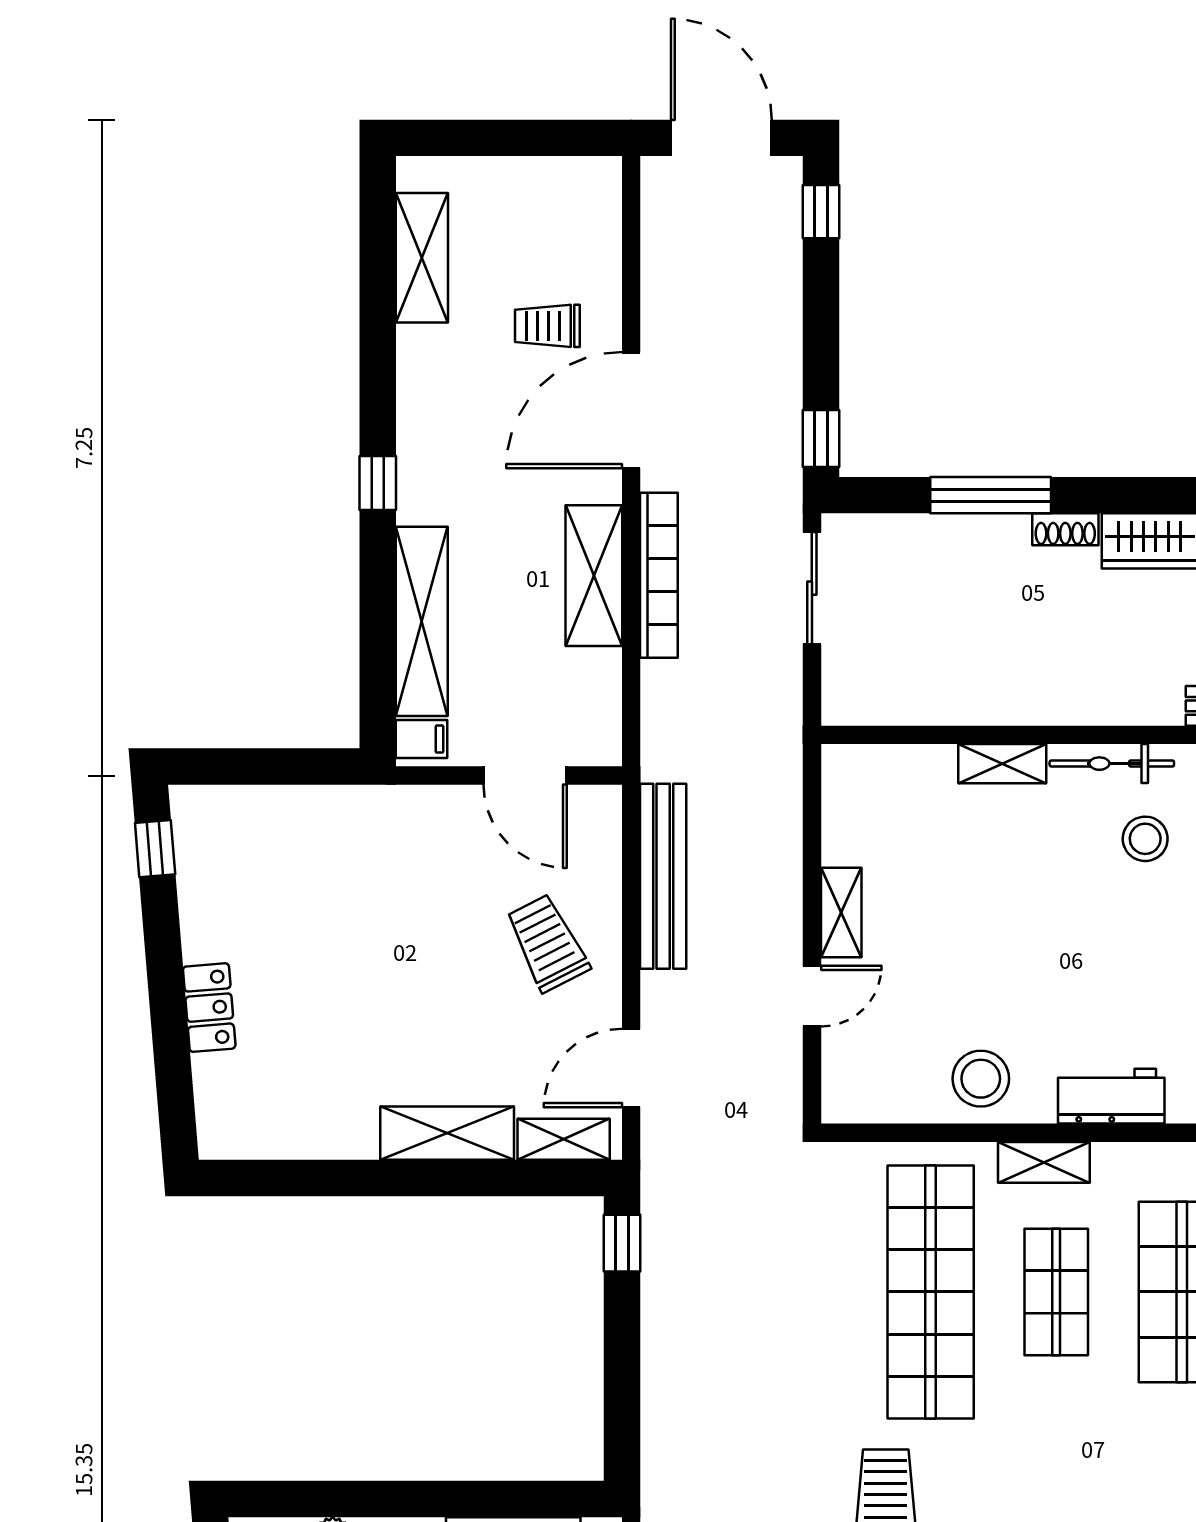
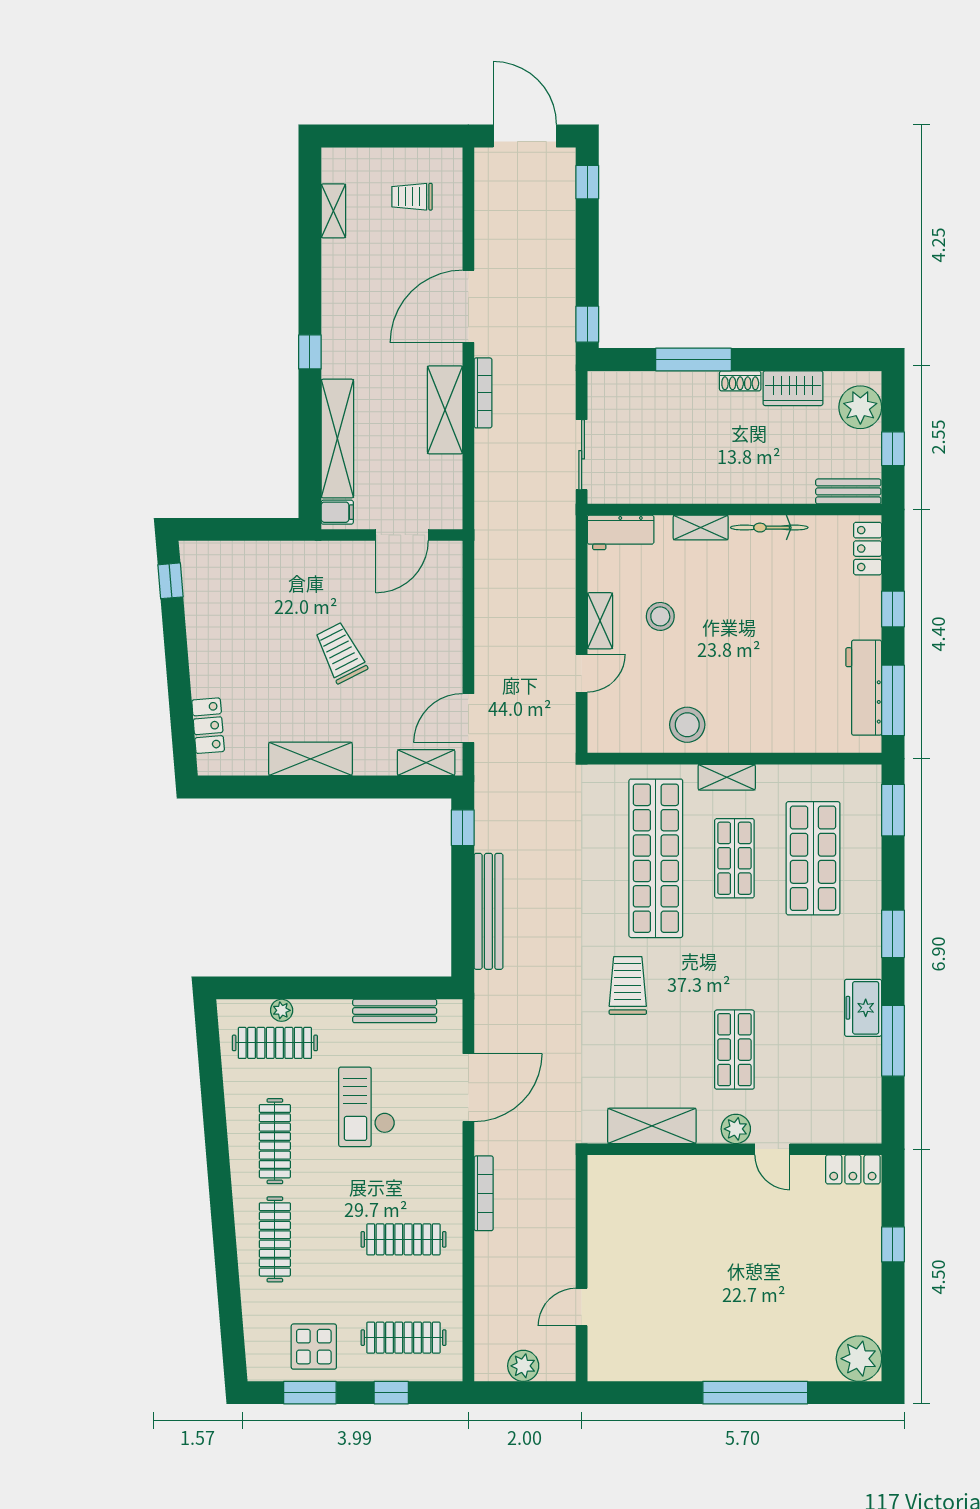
shelving: (422, 258) -> (333, 211), width x0.67, depth x0.75
trolley: (547, 326) -> (412, 197), moved
bookcase: (659, 575) -> (483, 393), width x0.68, depth x0.76
sliding door: (812, 588) -> (582, 455), moved
door: (525, 776) -> (402, 535), hinge flipped
stool: (1145, 839) -> (660, 616), moved
bench: (663, 876) -> (488, 911), moved
trolley: (547, 943) -> (341, 653), moved
locker: (209, 1008) -> (208, 726), moved
workbench: (1111, 1096) -> (621, 532), moved, turned 180
shelving: (447, 1133) -> (310, 759), moved

